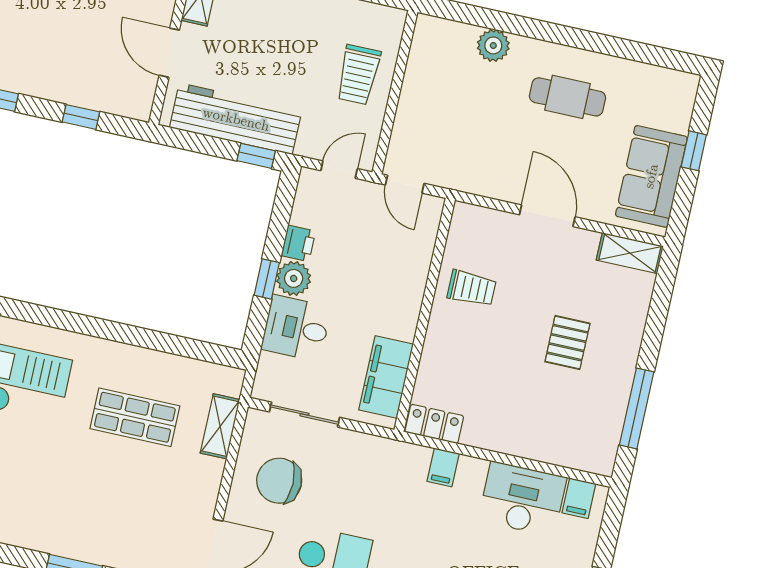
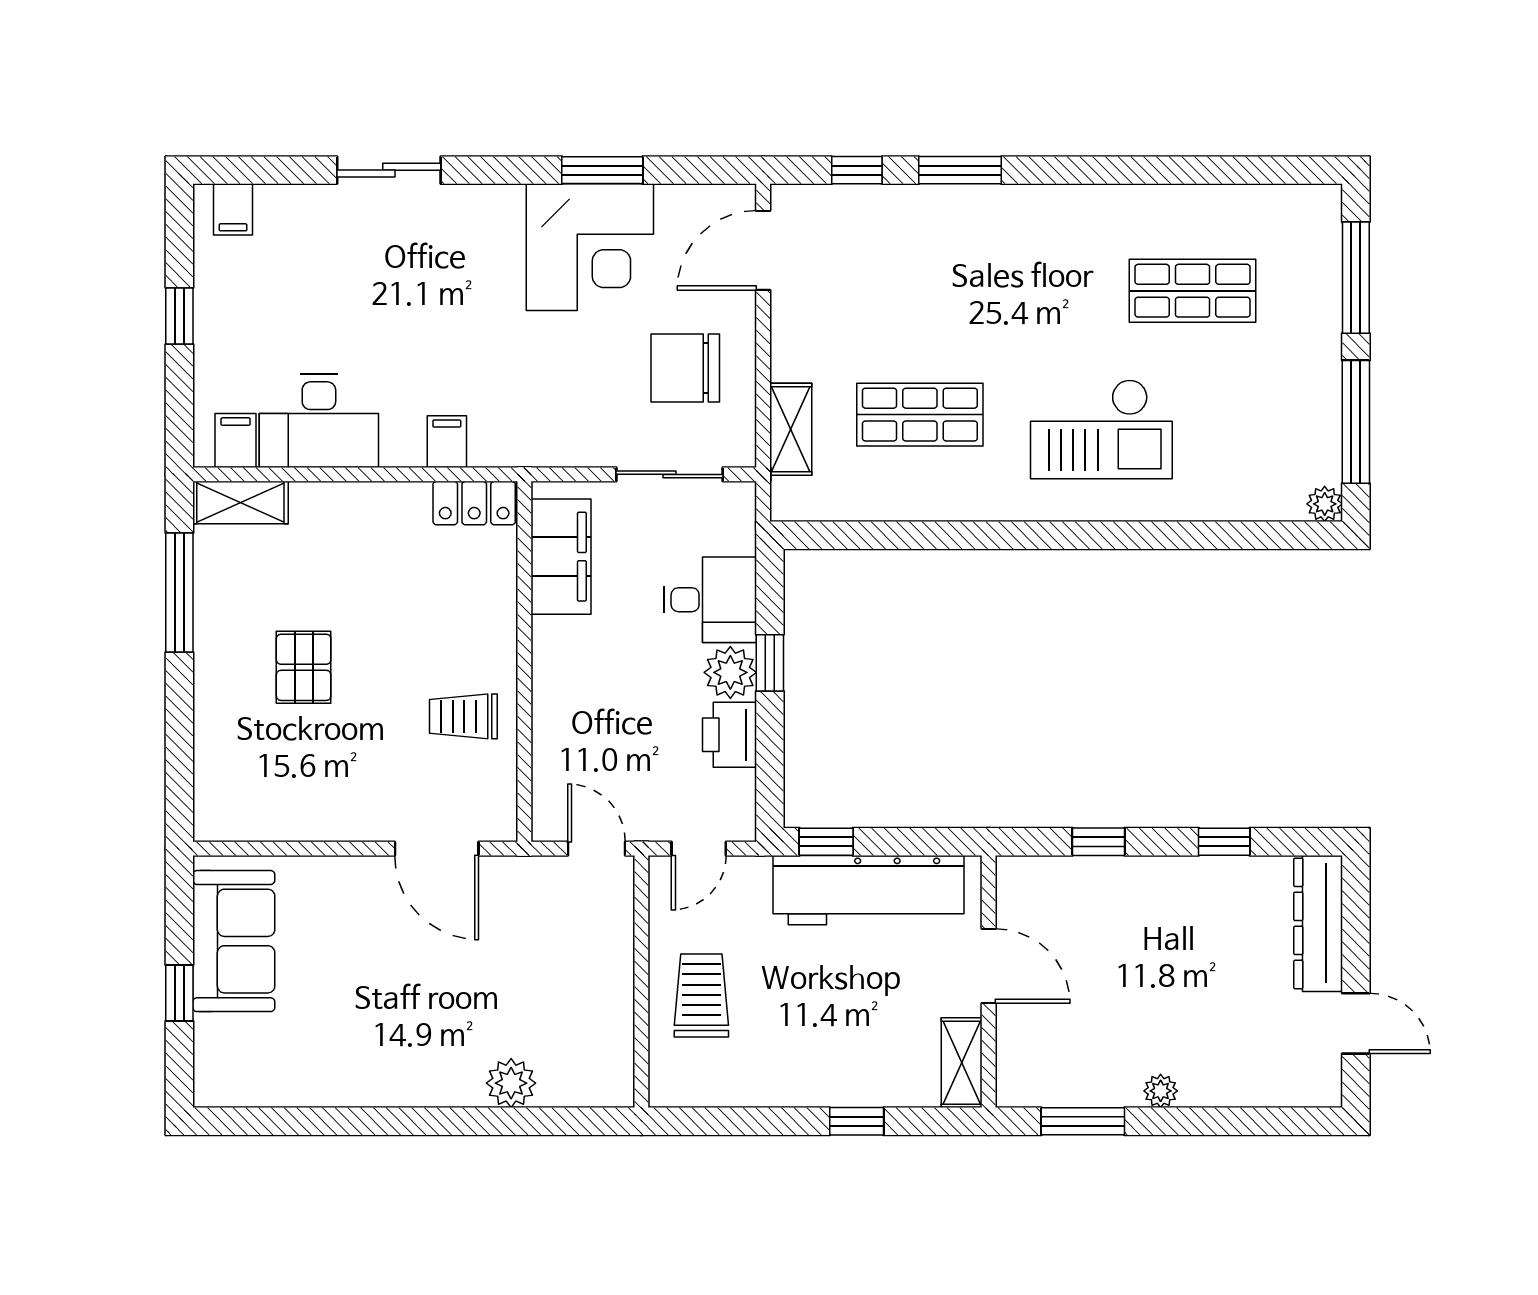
cafe table: (567, 97) -> (384, 1031), removed
door: (547, 216) -> (437, 849), moved
printer: (298, 243) -> (730, 735), width x1.36, depth x1.24
shelving: (630, 253) -> (240, 503), moved
chair: (279, 481) -> (685, 368), turned 180

